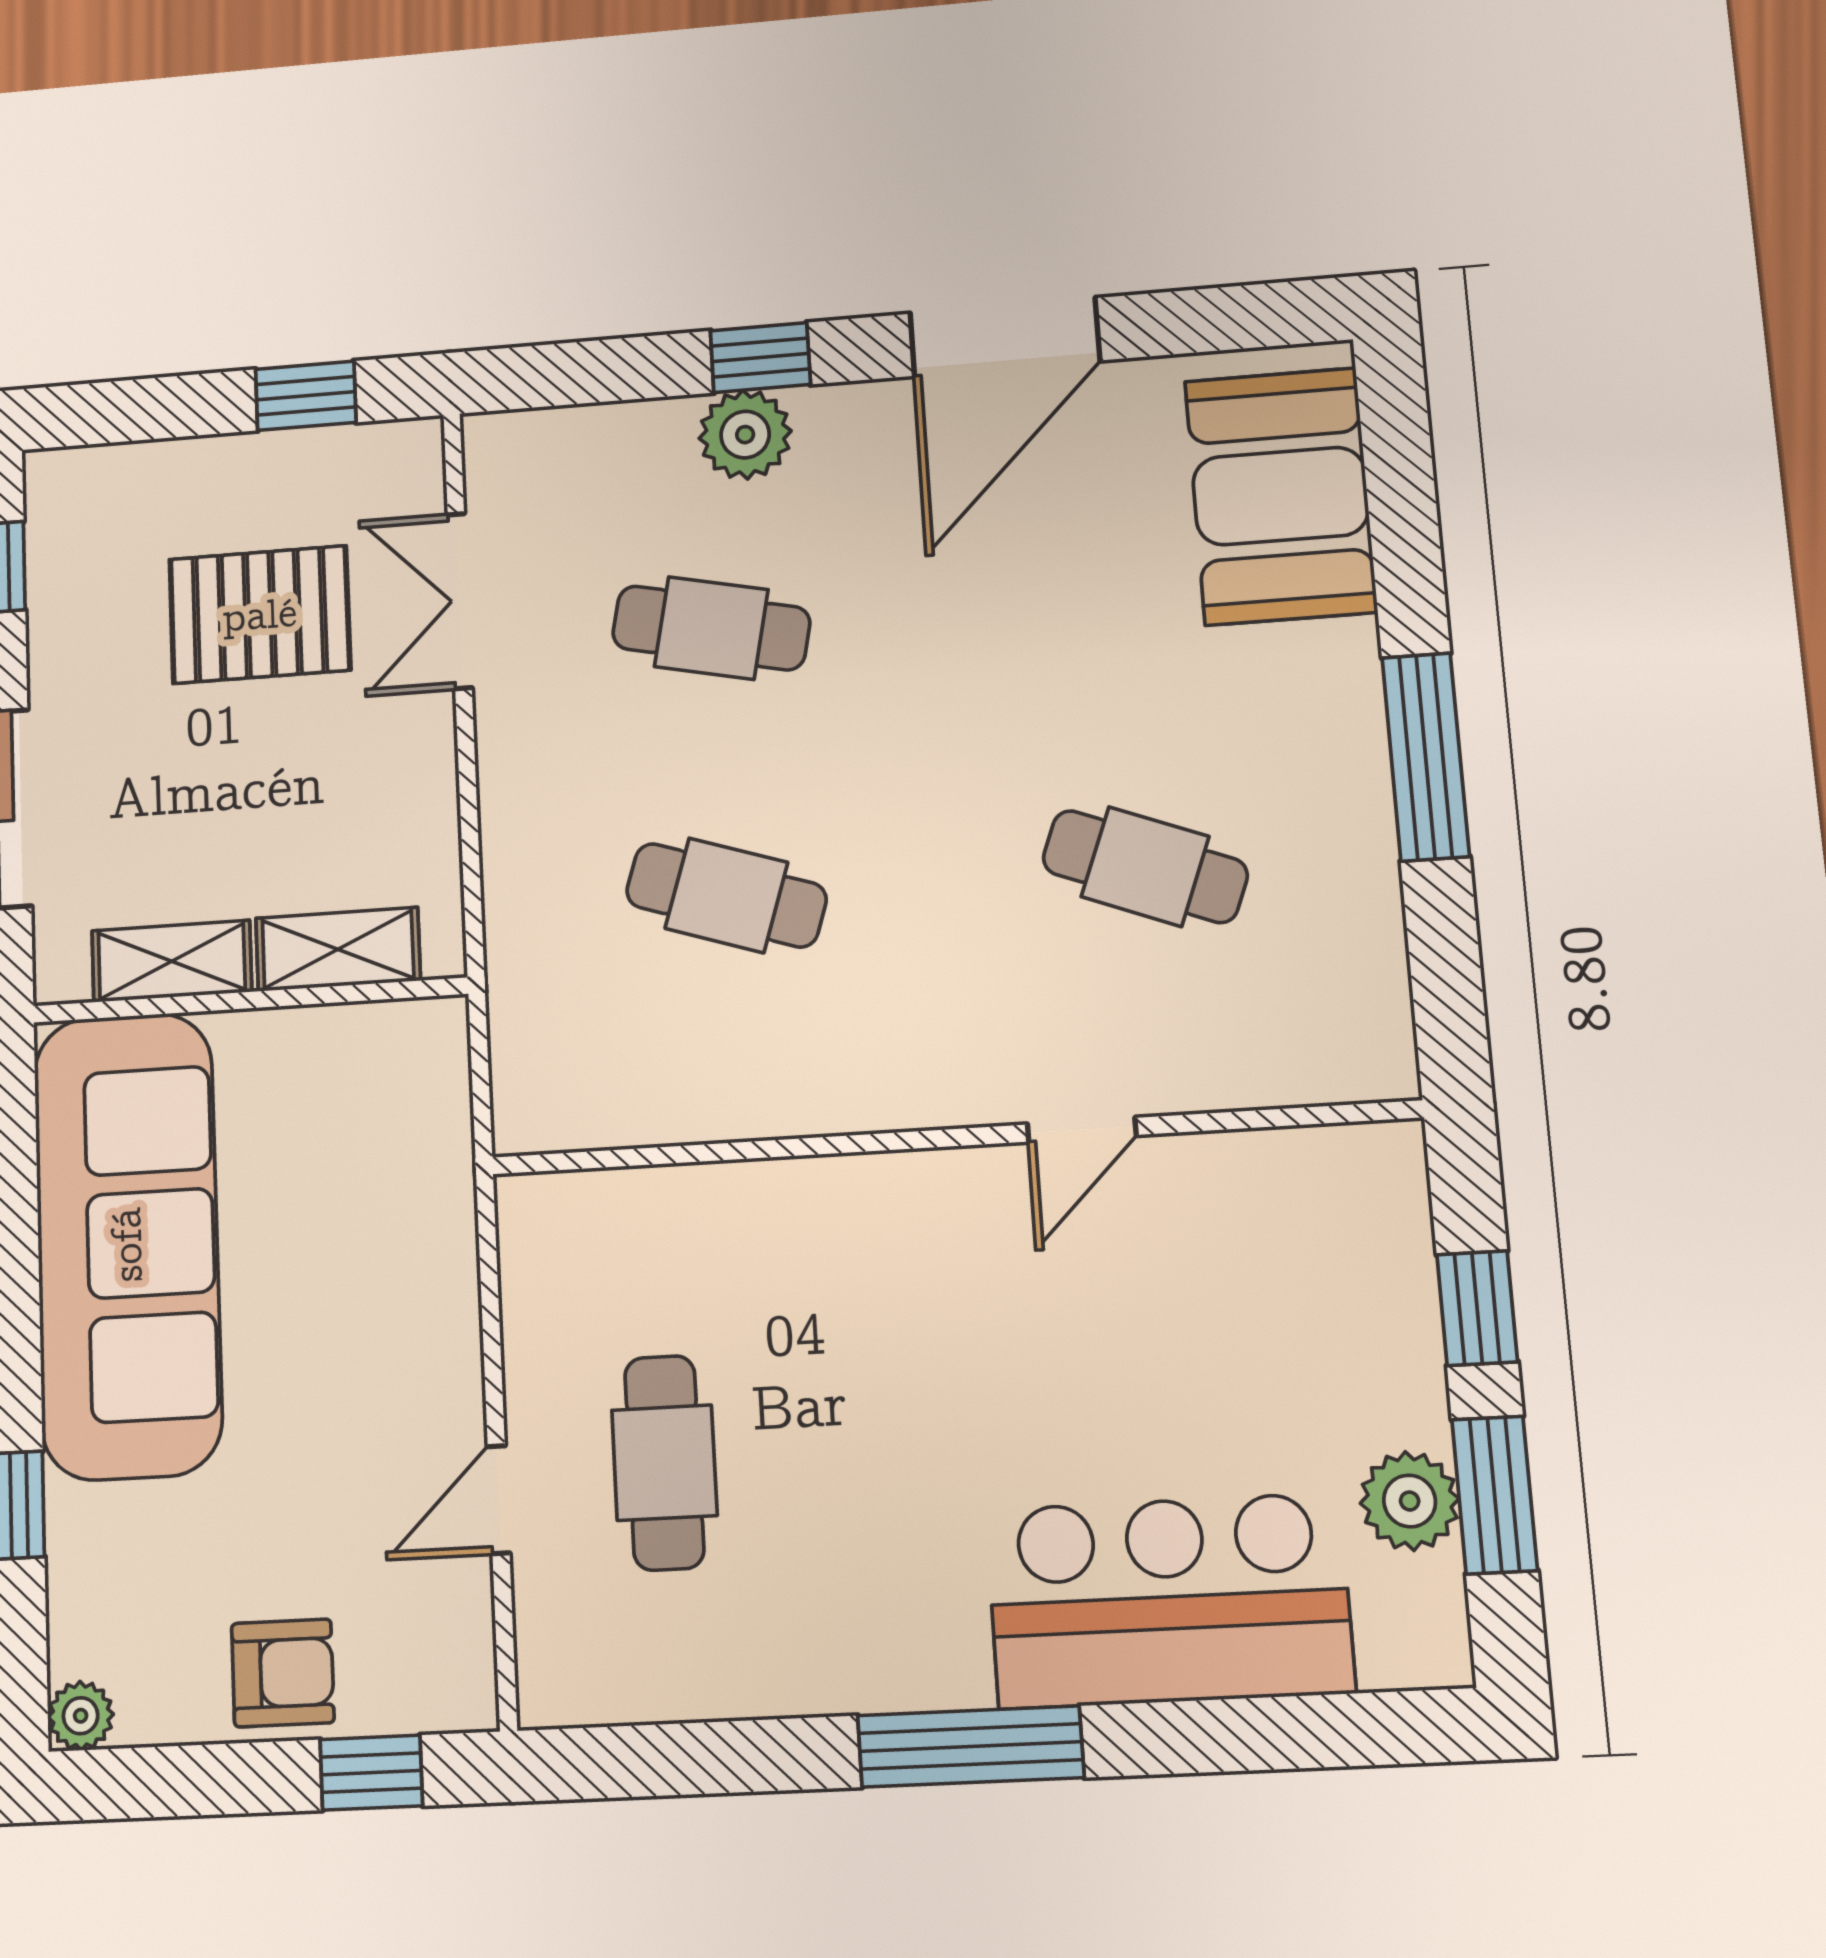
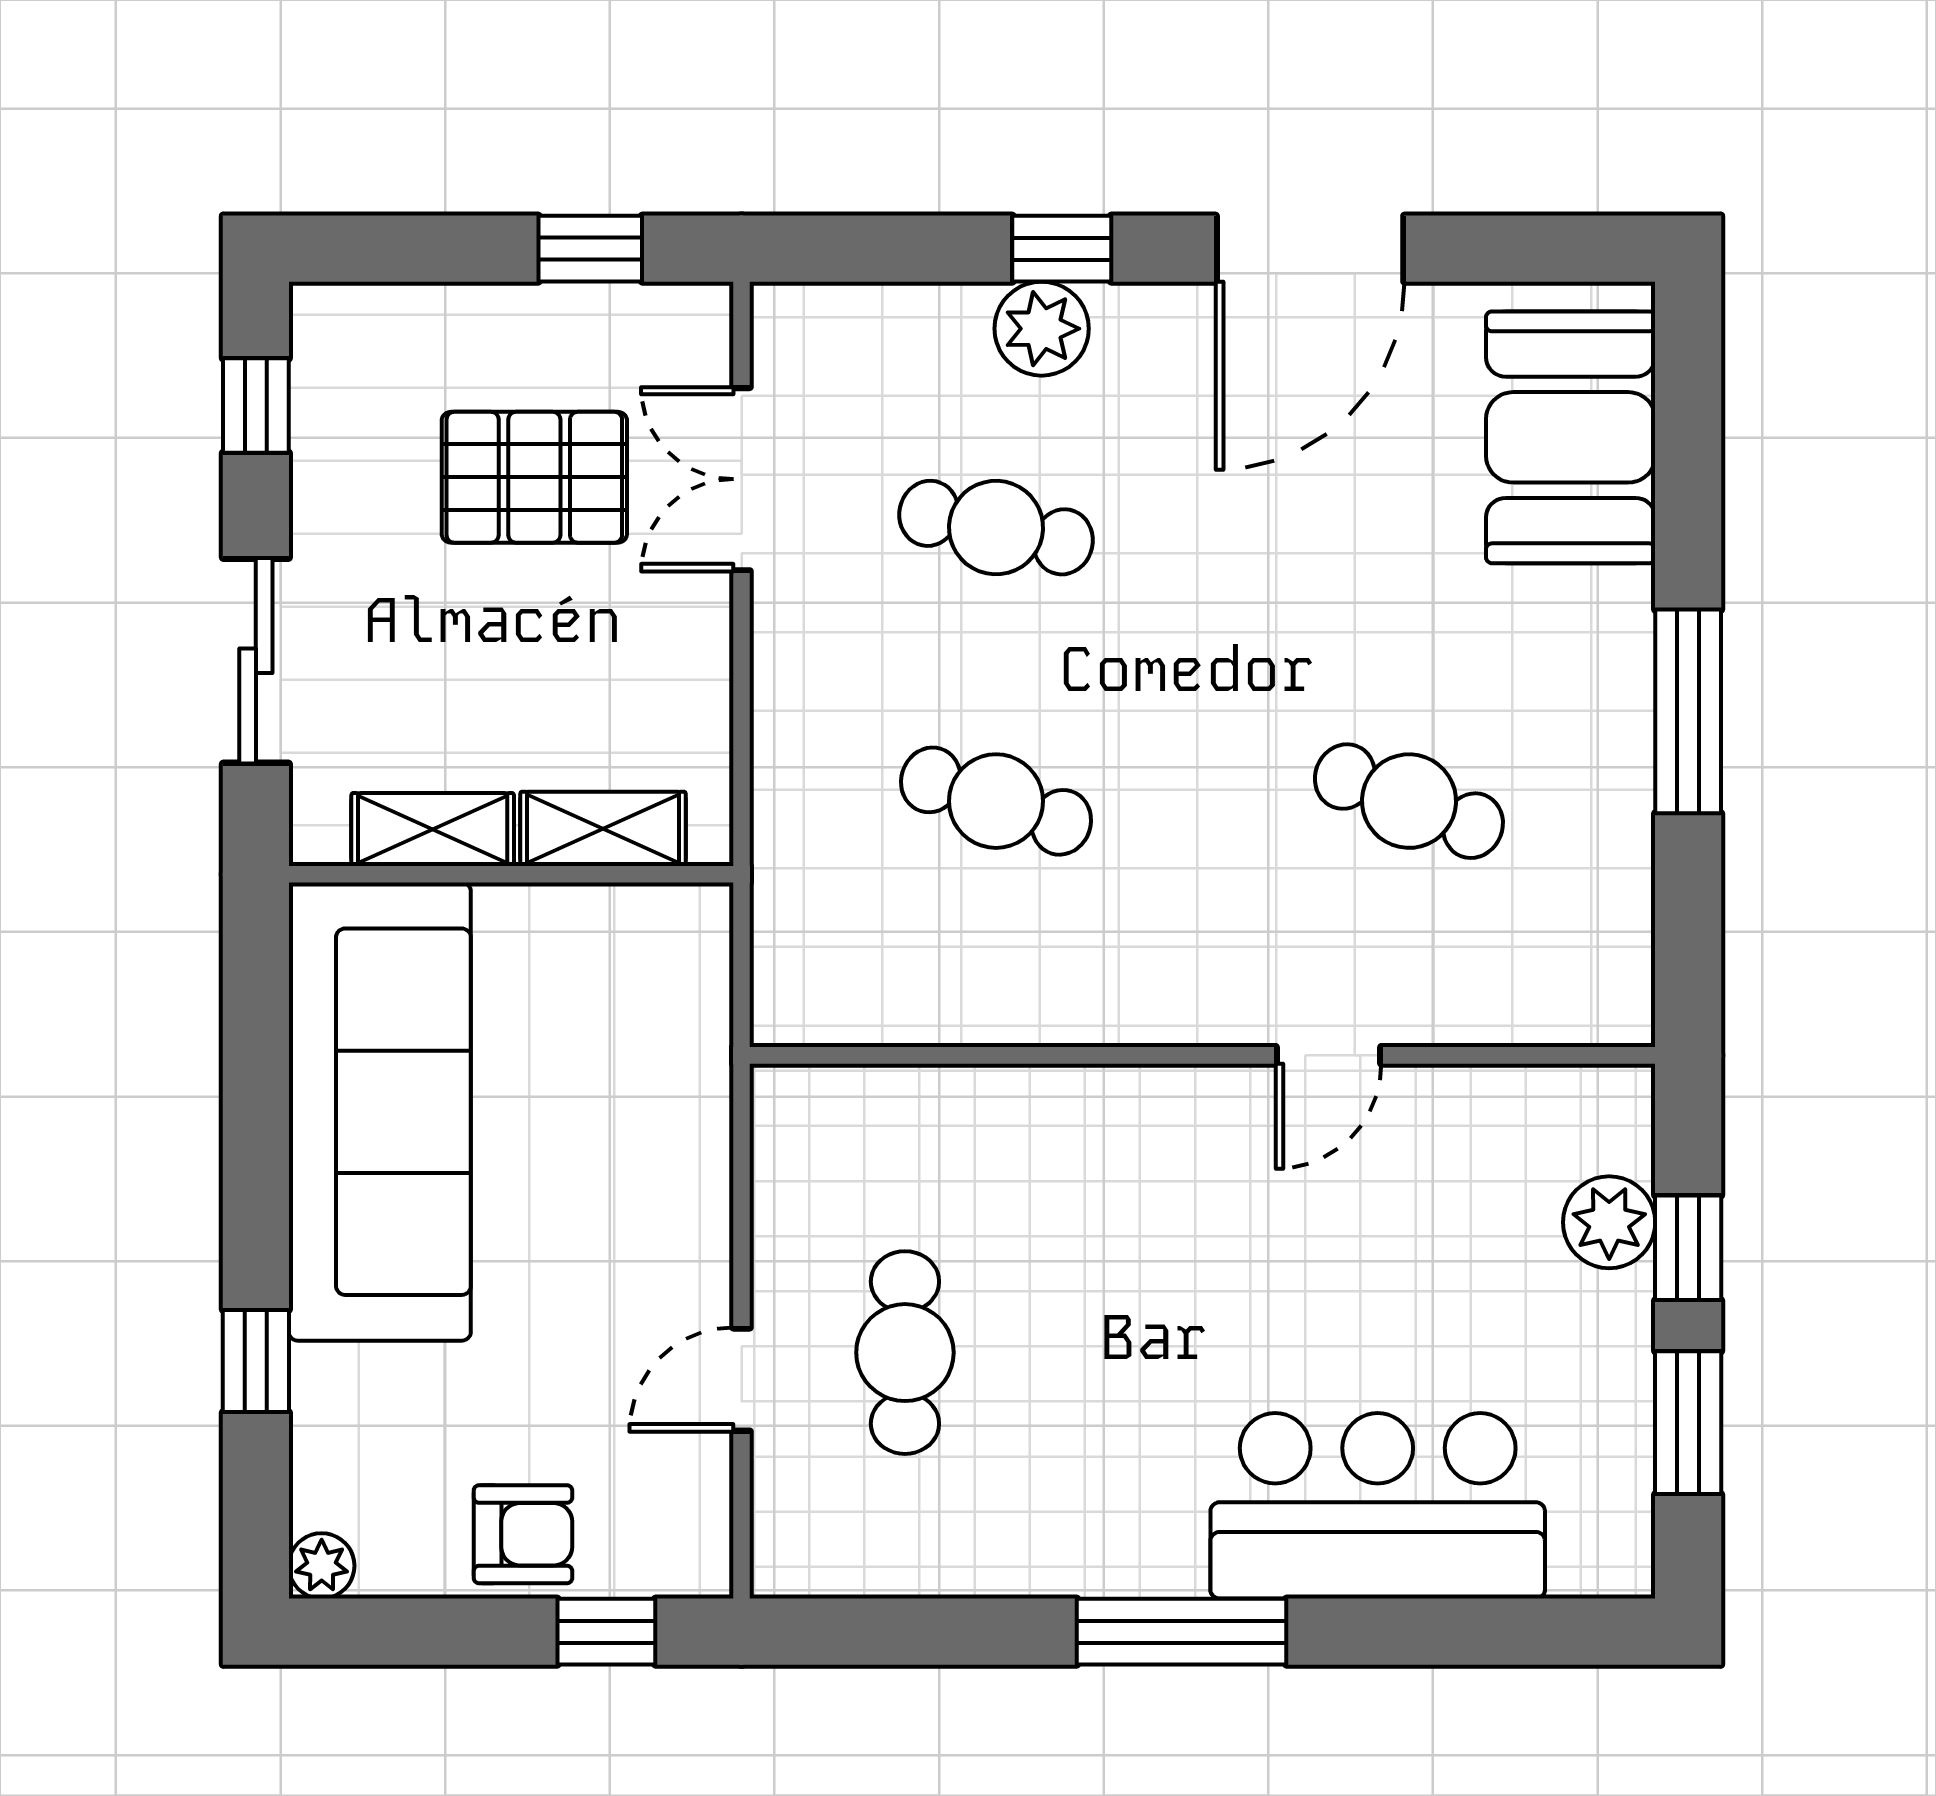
plant: (1410, 1501) -> (1609, 1222), moved

